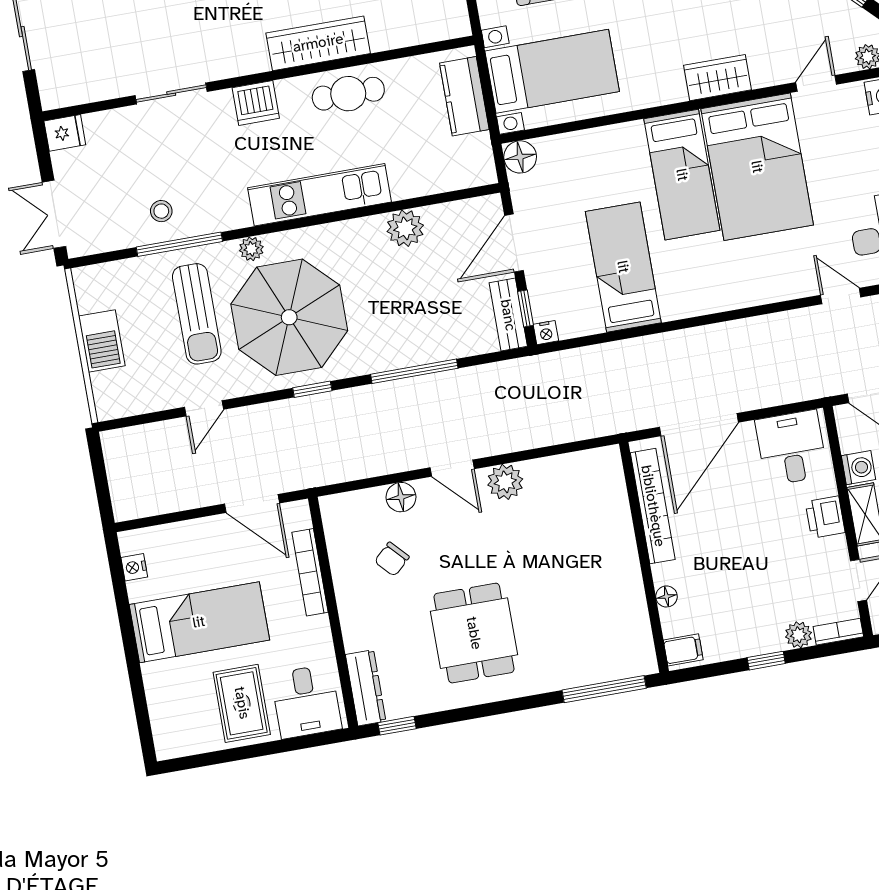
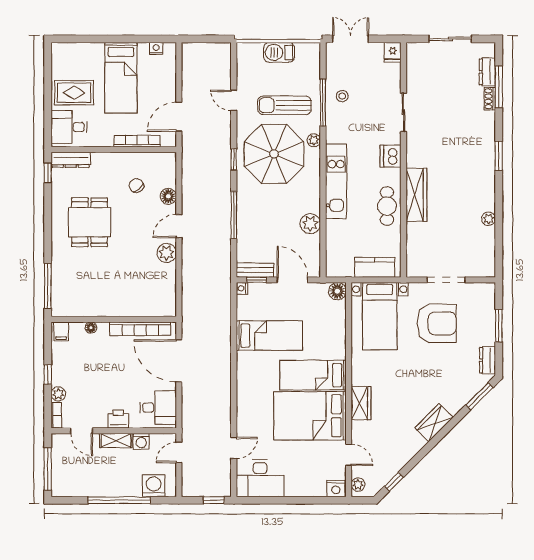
dining table: (474, 633) -> (90, 222), turned 90

